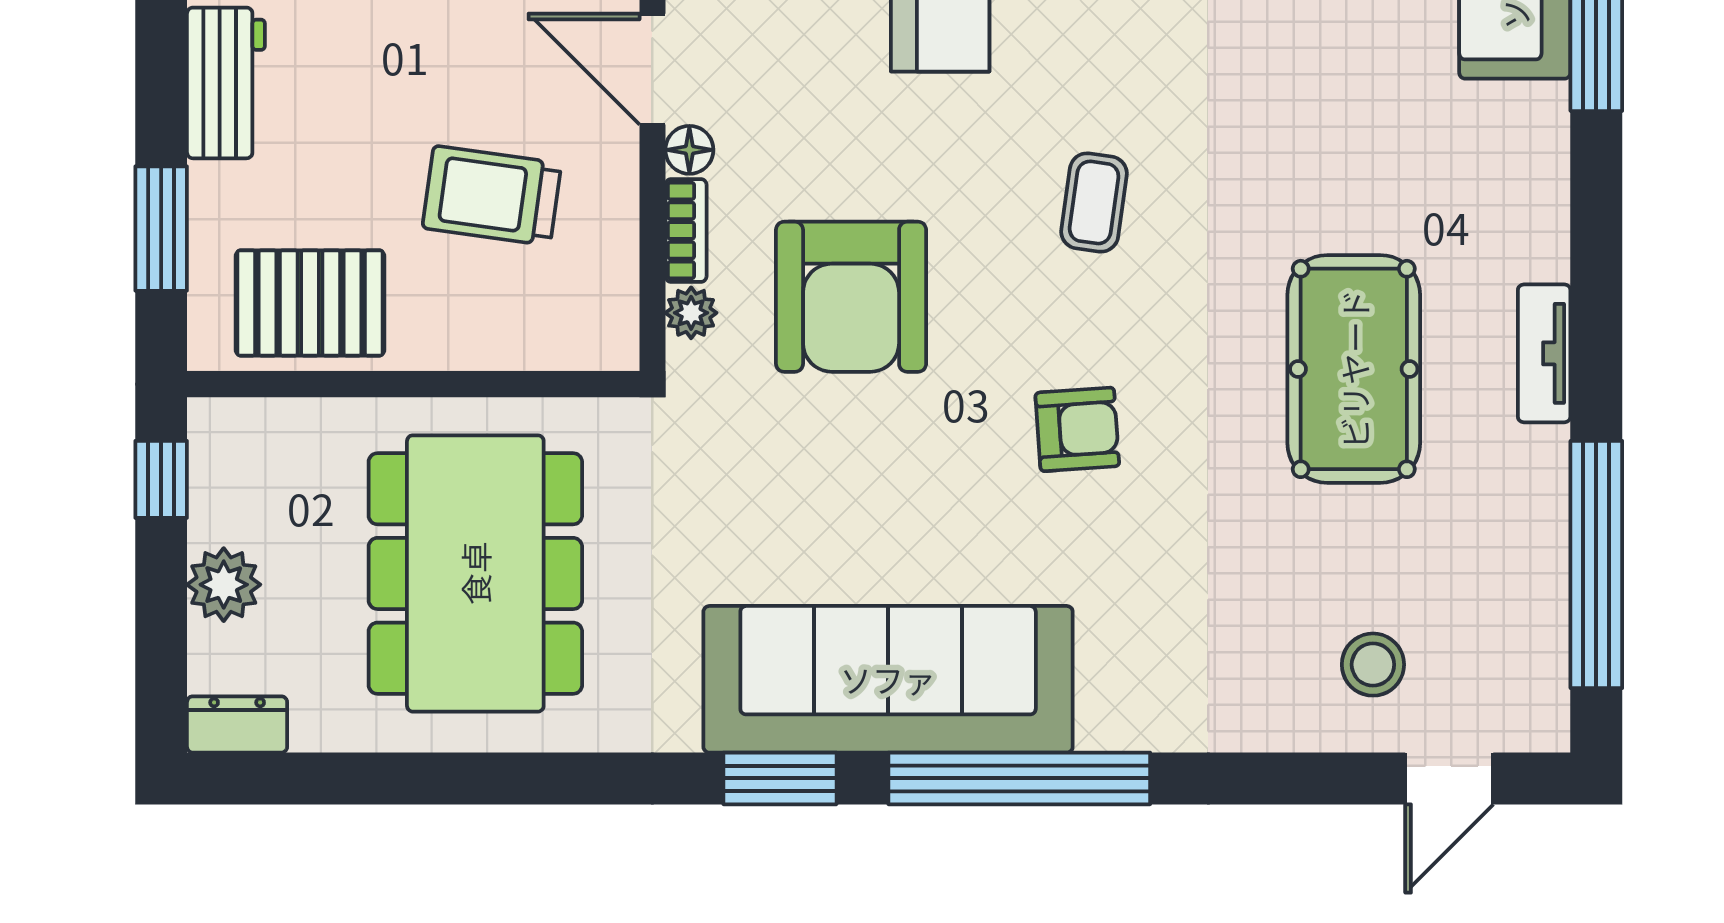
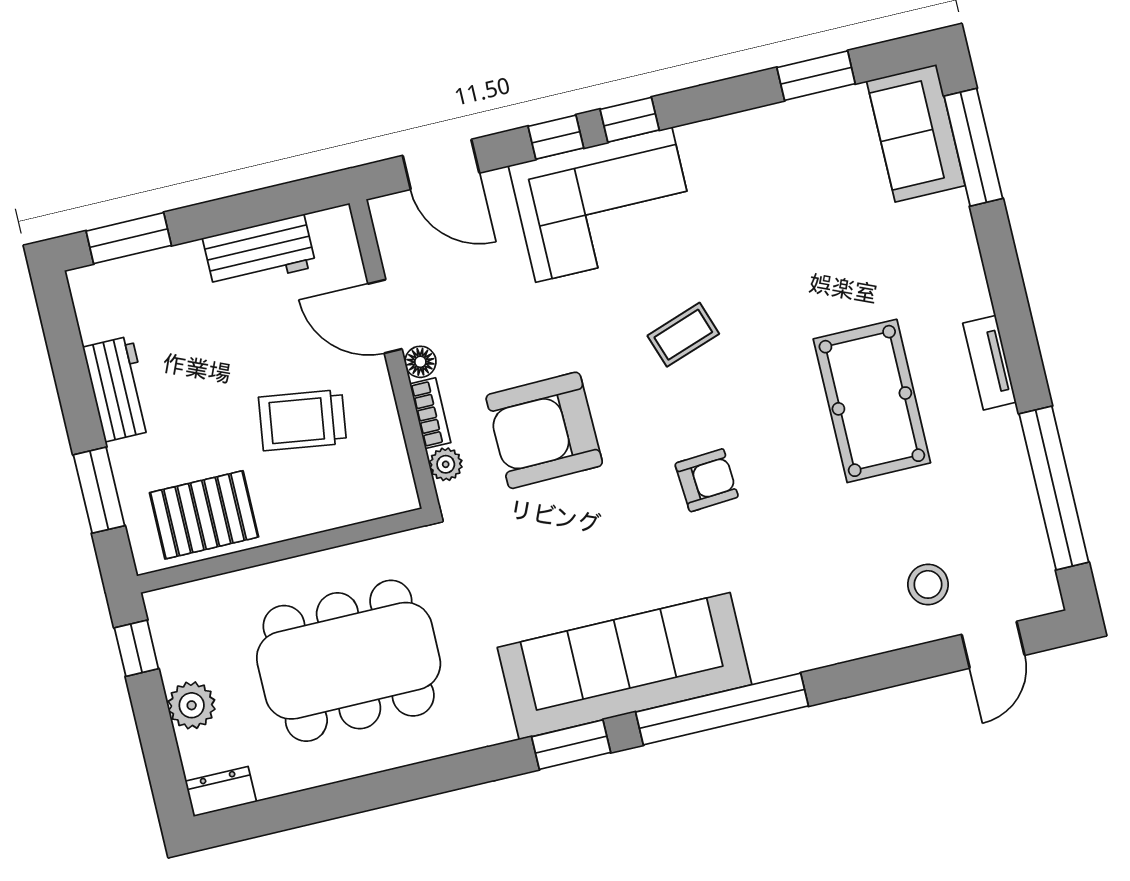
coffee table: (1094, 202) -> (683, 335), turned 63
armchair: (851, 297) -> (544, 430), turned 89
dining table: (475, 573) -> (349, 661), turned 90

